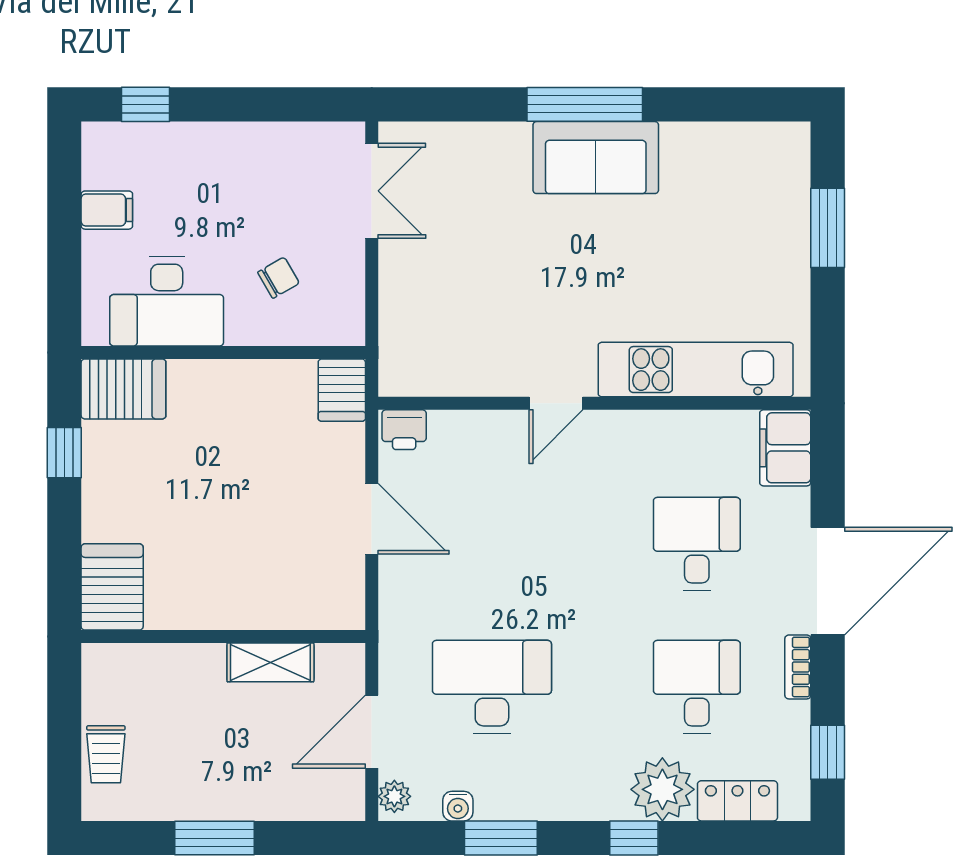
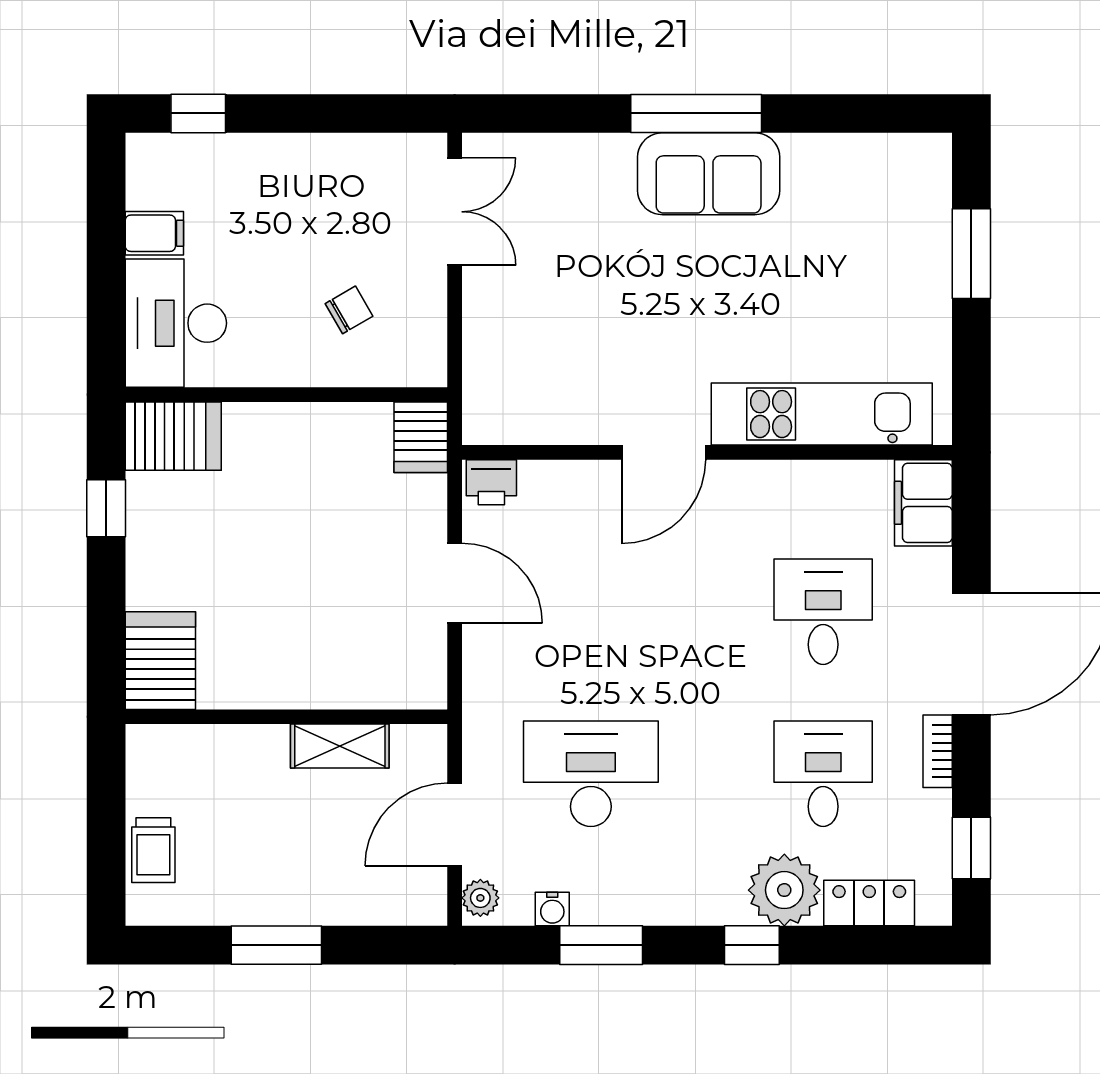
desk: (167, 302) -> (176, 323), moved, turned 90
door: (556, 403) -> (664, 452), width x1.38

